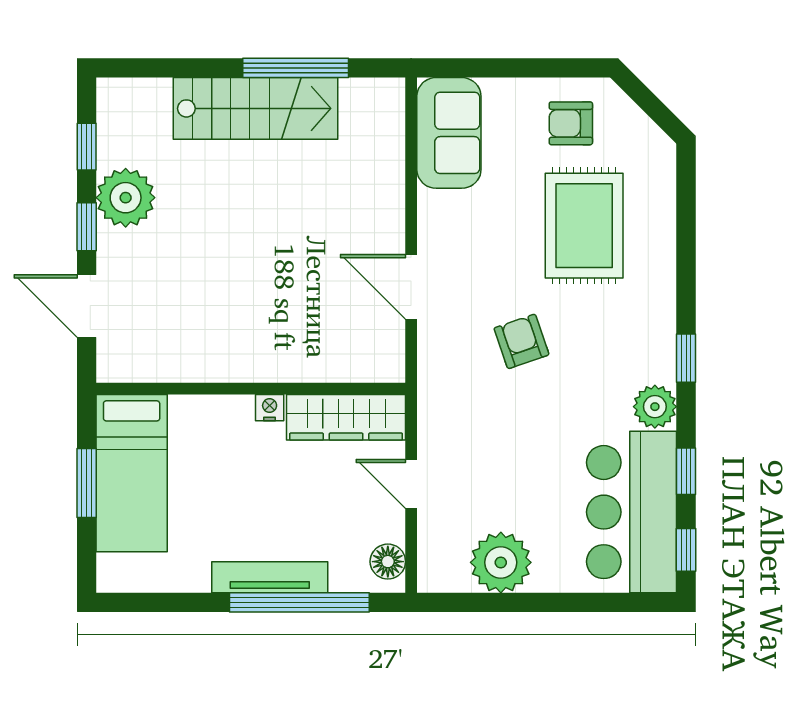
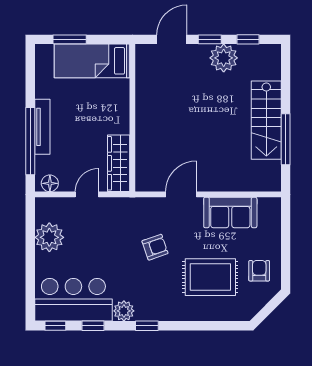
sofa: (449, 133) -> (230, 212), moved
nightstand: (270, 408) -> (123, 127), removed
window: (87, 483) -> (70, 39), moved

